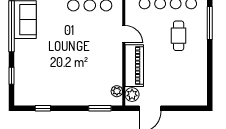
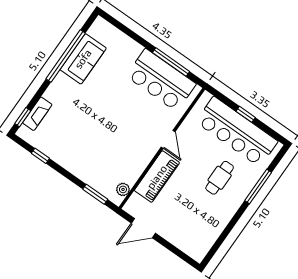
window: (11, 76) -> (23, 117), moved
fireplace: (20, 80) -> (37, 114), added
plant: (132, 95) -> (135, 203), removed

